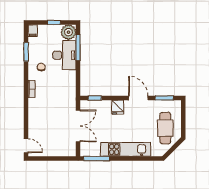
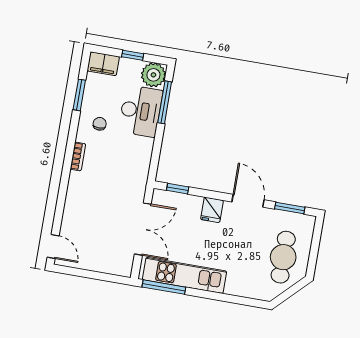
filing cabinet: (33, 31) -> (103, 64), width x2.00
kitchen unit: (126, 149) -> (185, 275), moved

